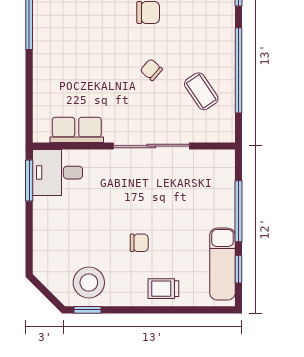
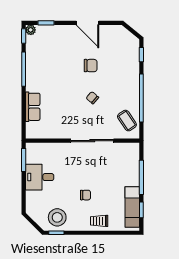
coffee table: (201, 91) -> (127, 121), moved
row of seats: (77, 130) -> (33, 107), moved, turned 90
desk: (58, 173) -> (40, 177), moved

